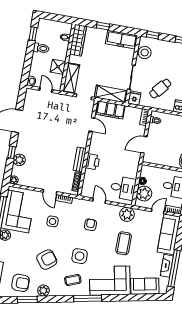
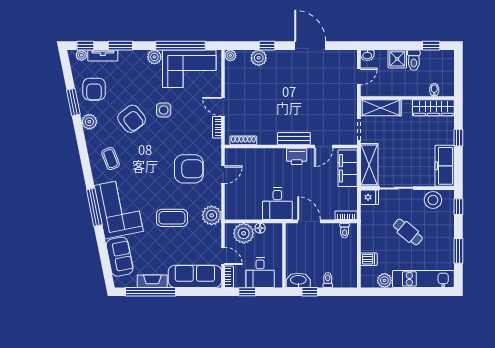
shower: (58, 67) -> (397, 59), moved
cafe table: (160, 89) -> (408, 232), moved
bench: (80, 159) -> (294, 139), moved
printer: (93, 162) -> (297, 156), moved
desk: (123, 188) -> (277, 204), moved
door: (50, 192) -> (223, 107), hinge flipped
side table: (53, 221) -> (164, 110), moved
armchair: (90, 225) -> (189, 169), width x1.88, depth x1.88
side table: (80, 256) -> (144, 162), removed
window: (88, 298) -> (94, 207), moved

